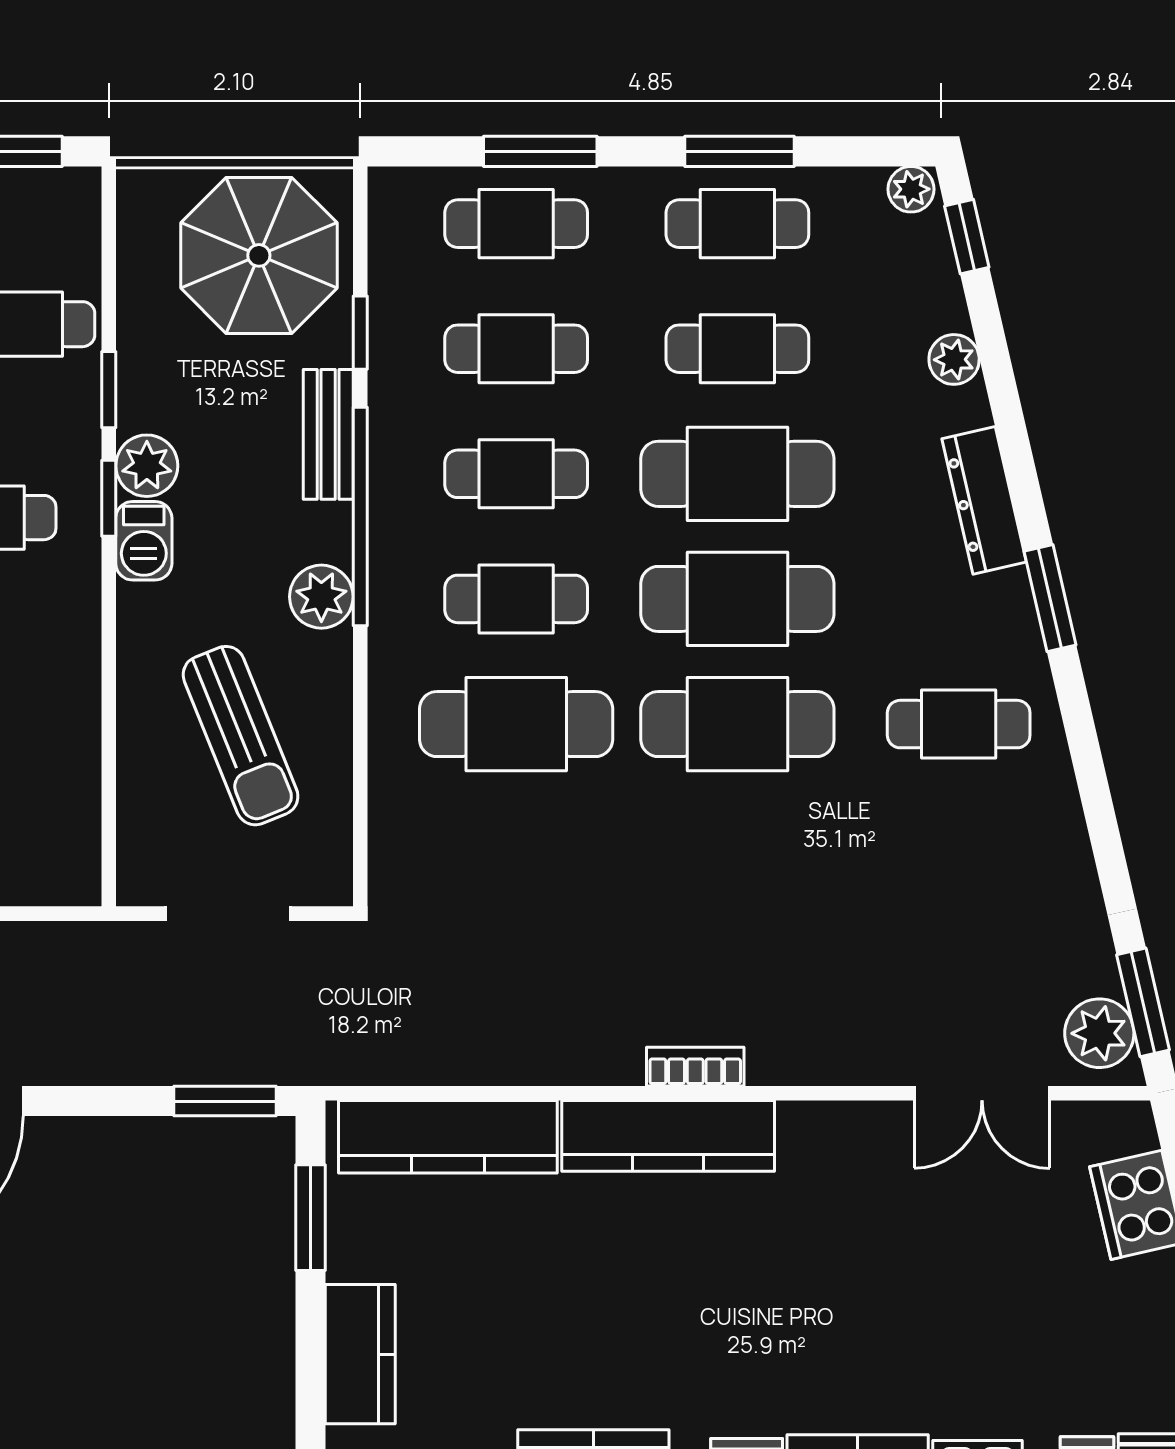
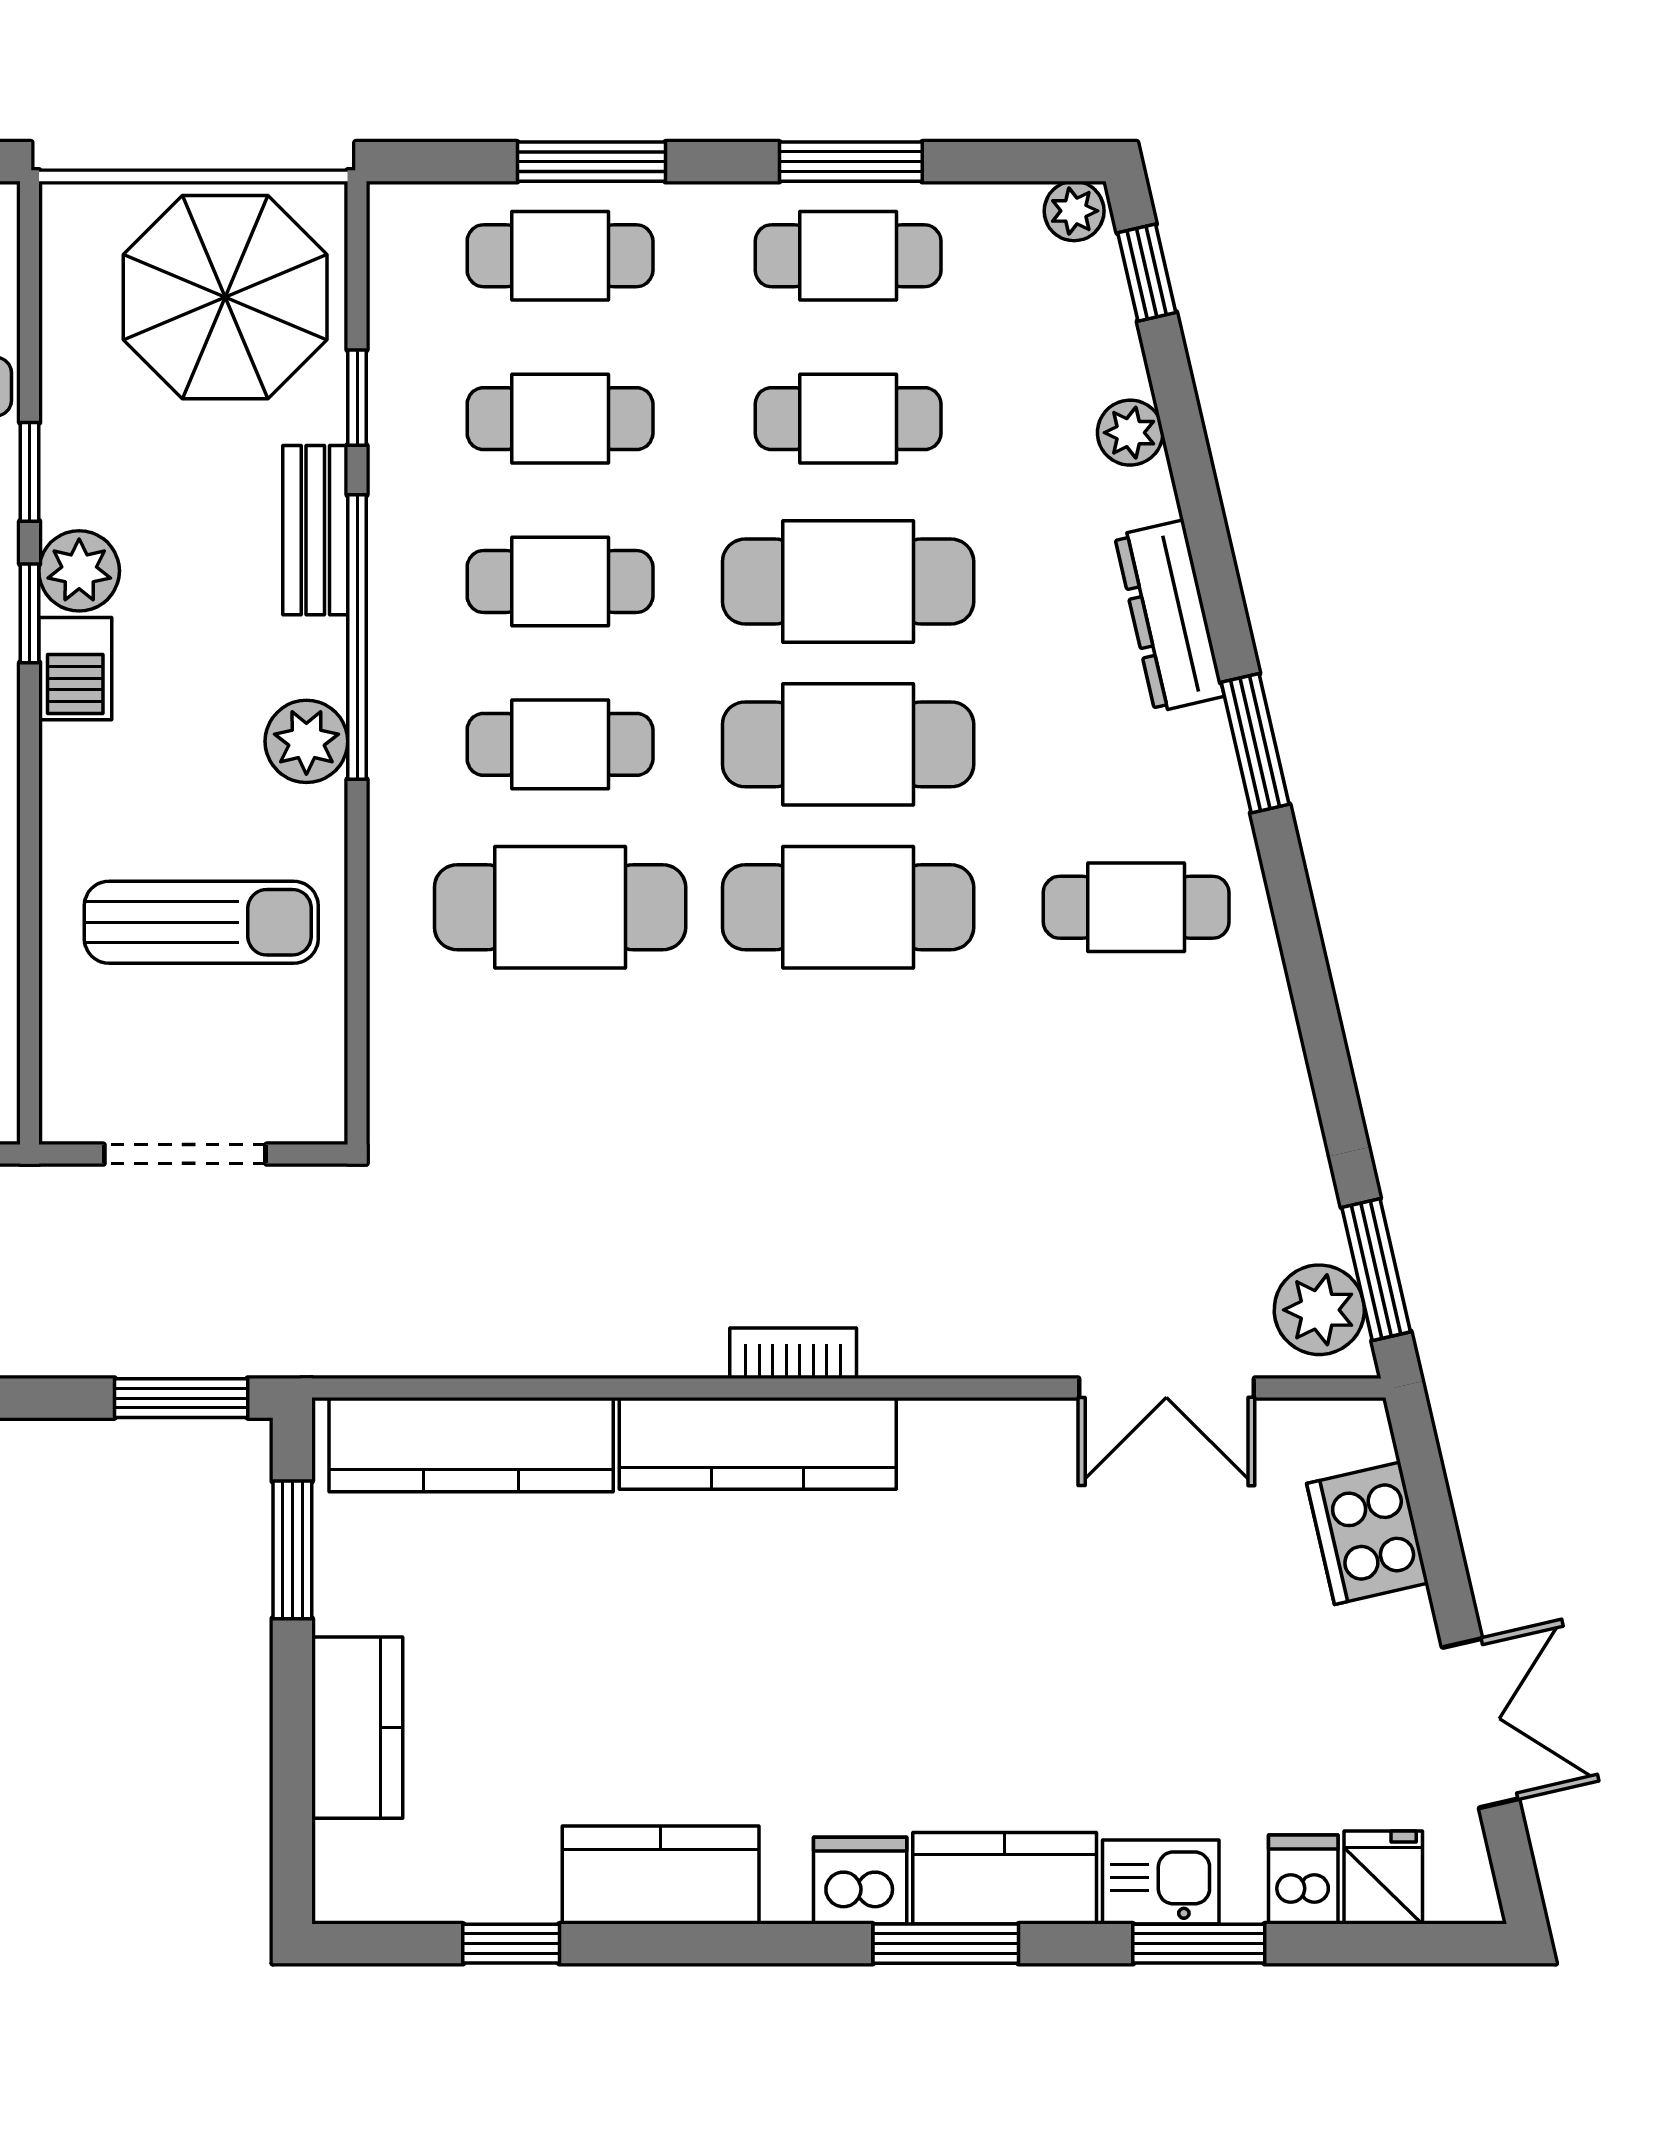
sun lounger: (241, 736) -> (201, 922), turned -68

